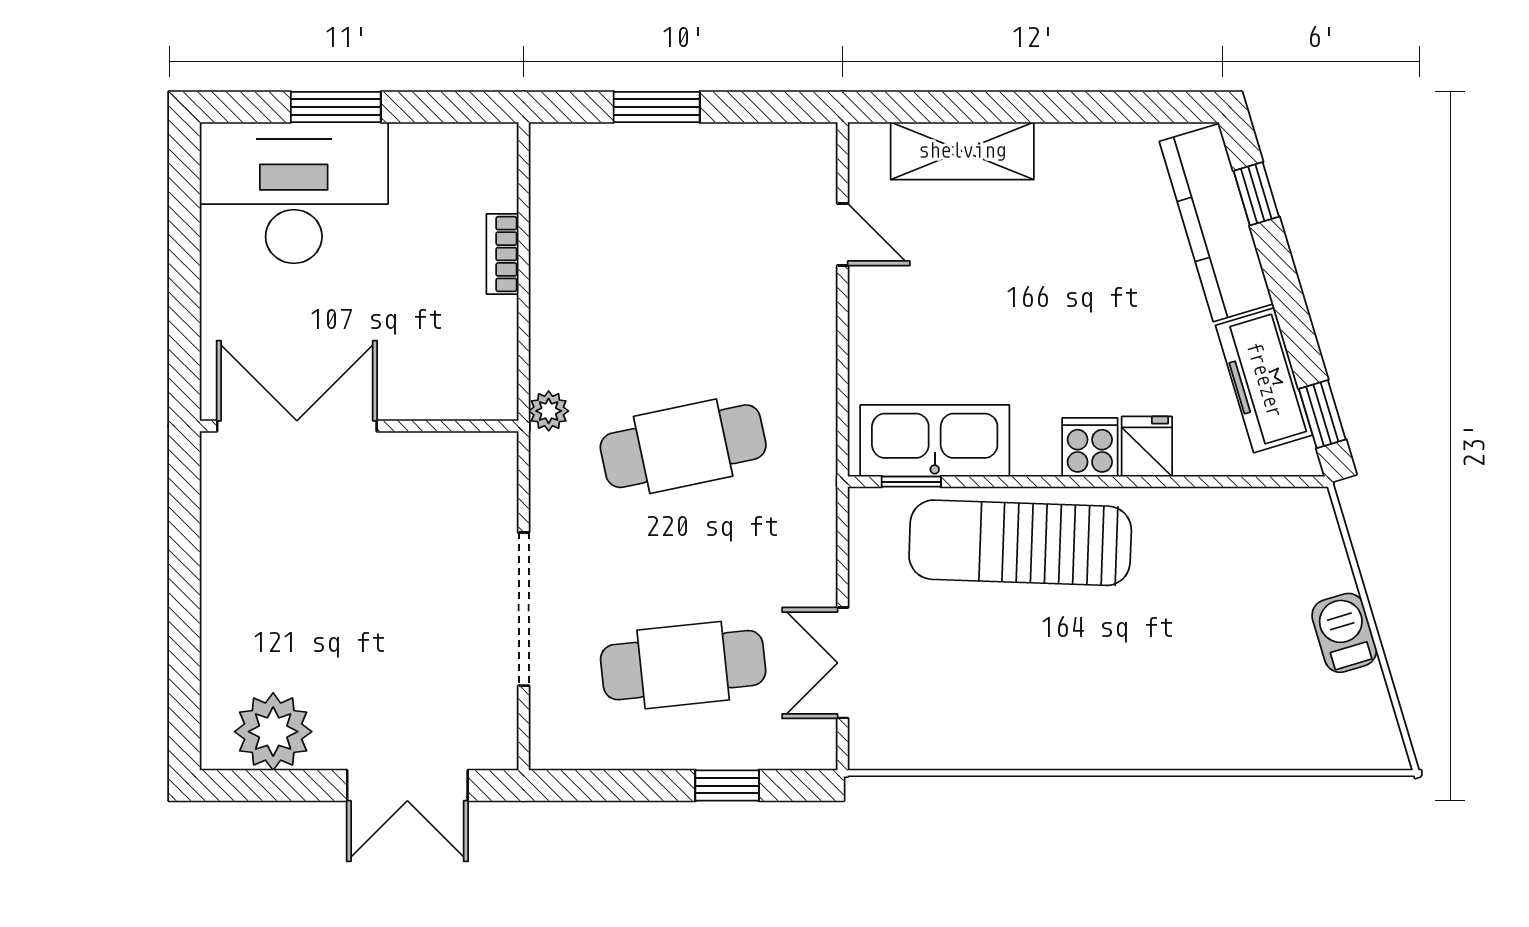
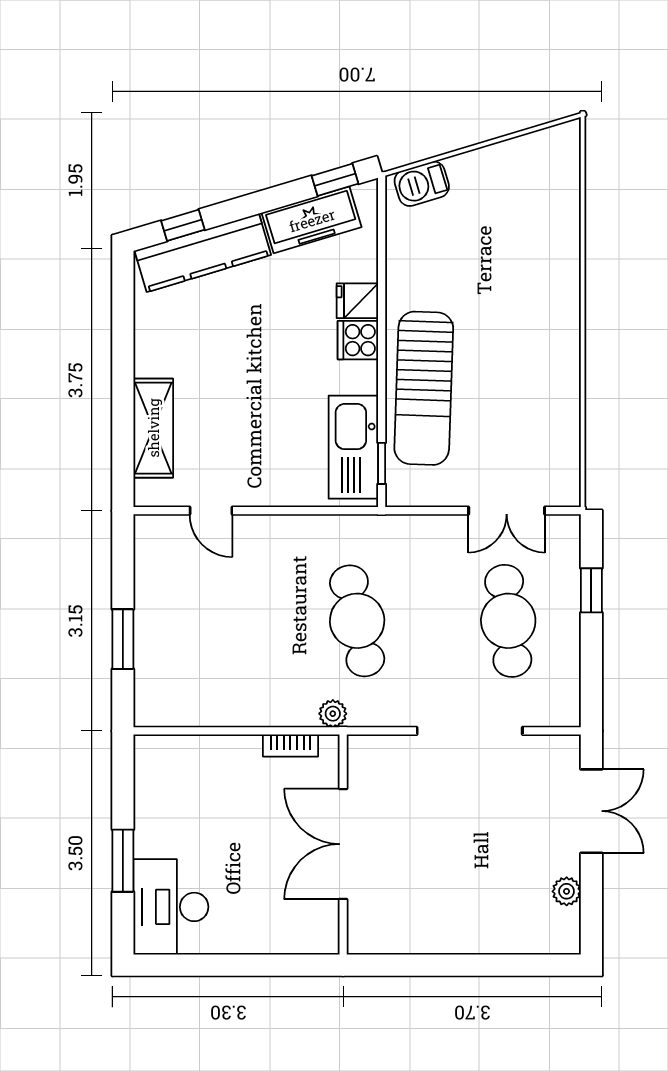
desk: (294, 193) -> (171, 907), width x0.73, depth x0.77
door: (843, 234) -> (211, 511), swing flipped
bookcase: (502, 254) -> (290, 746), moved
double door: (297, 426) -> (343, 844), moved
barbecue: (1344, 633) -> (422, 184), moved
plant: (273, 732) -> (567, 891), width x0.53, depth x0.53

